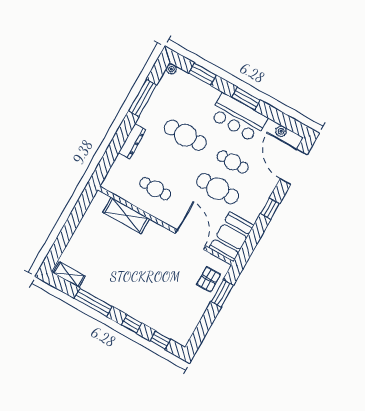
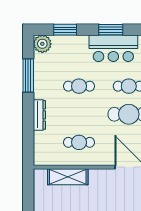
plant: (171, 69) -> (42, 44), width x1.88, depth x1.88
cafe table: (185, 135) -> (79, 86), width x0.73, depth x0.74

